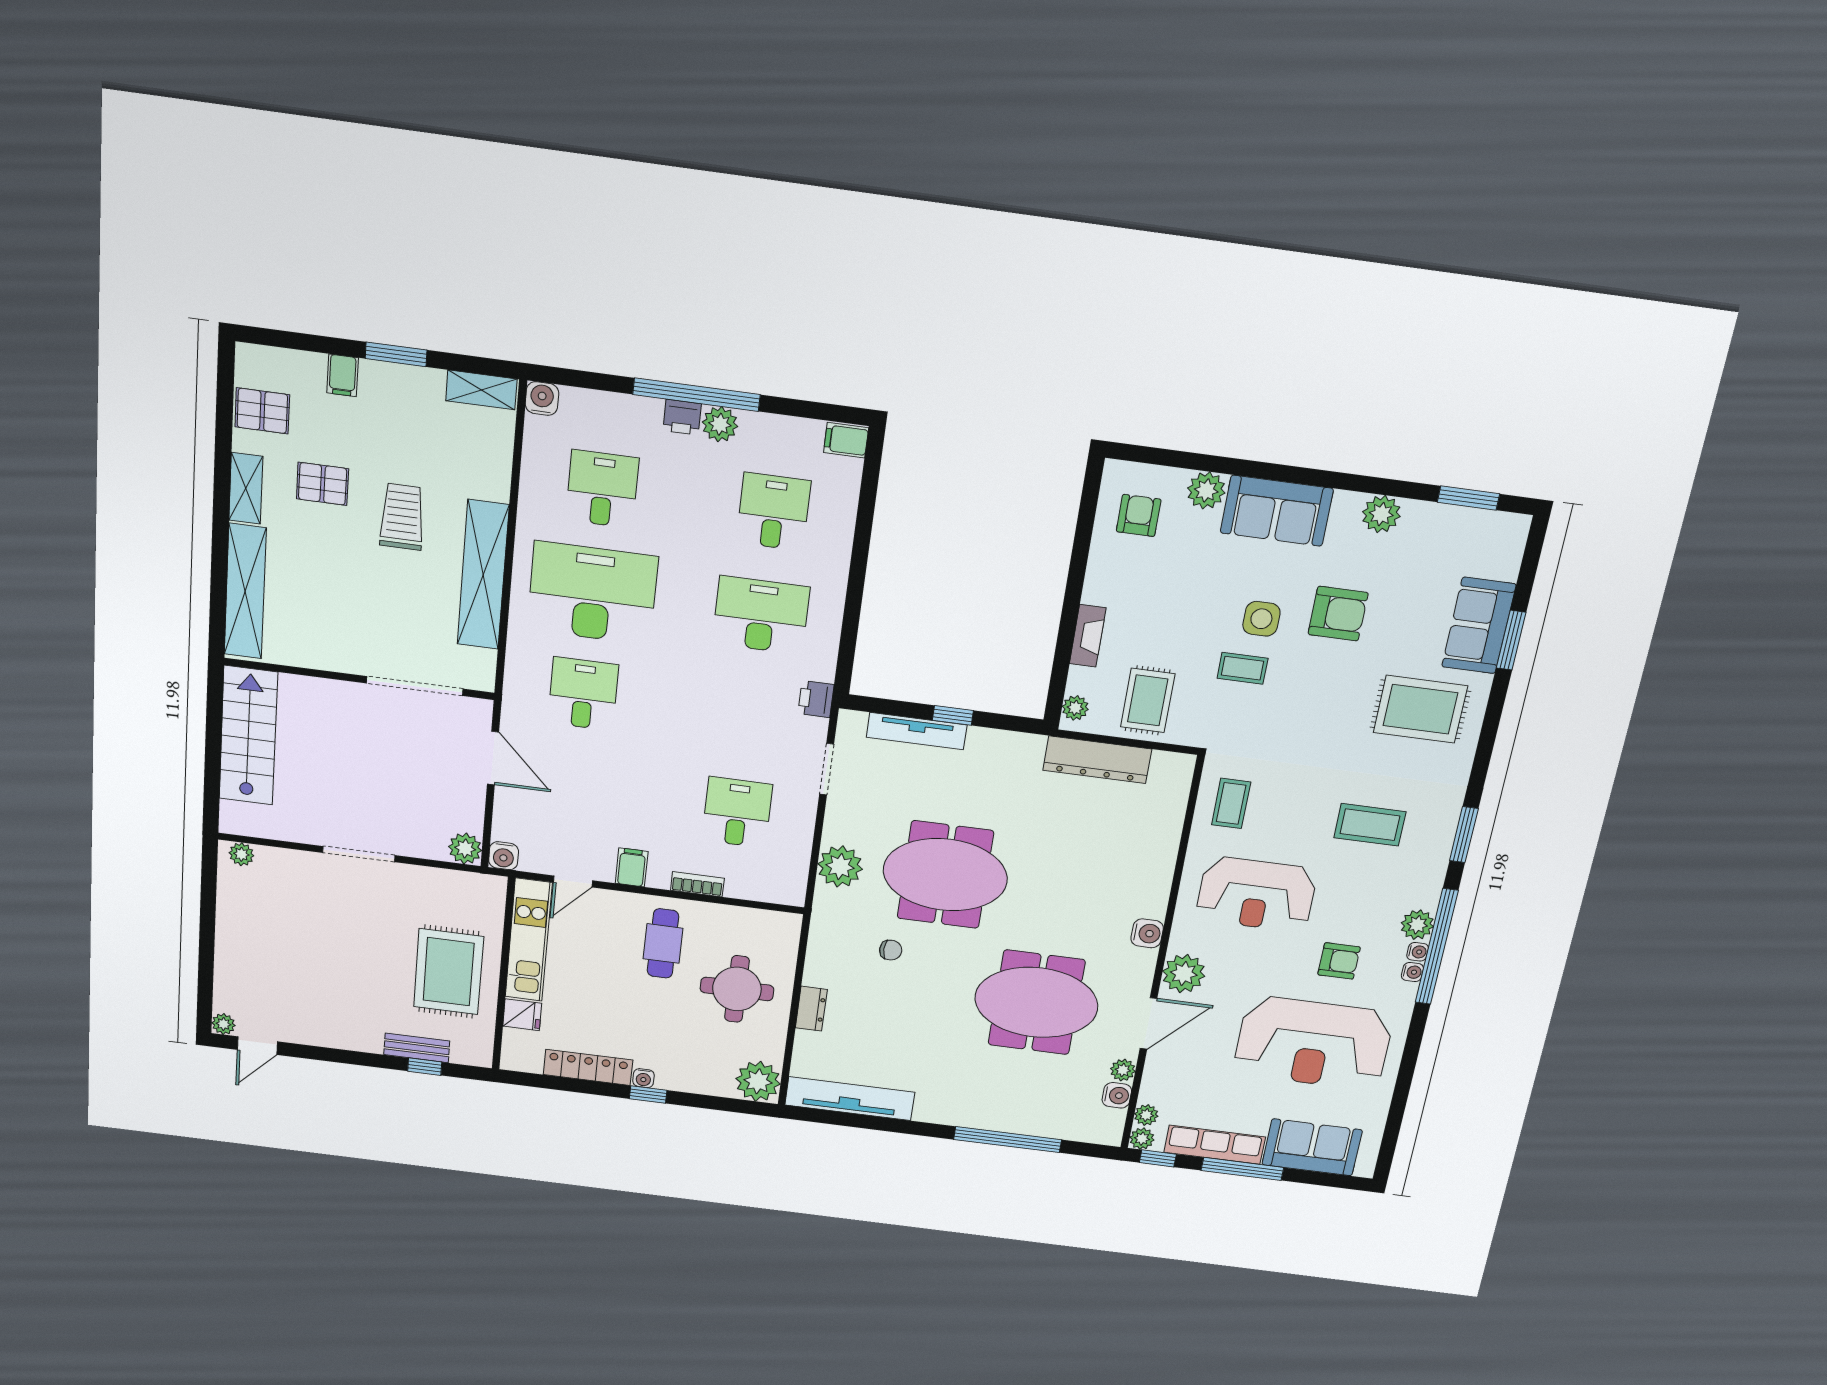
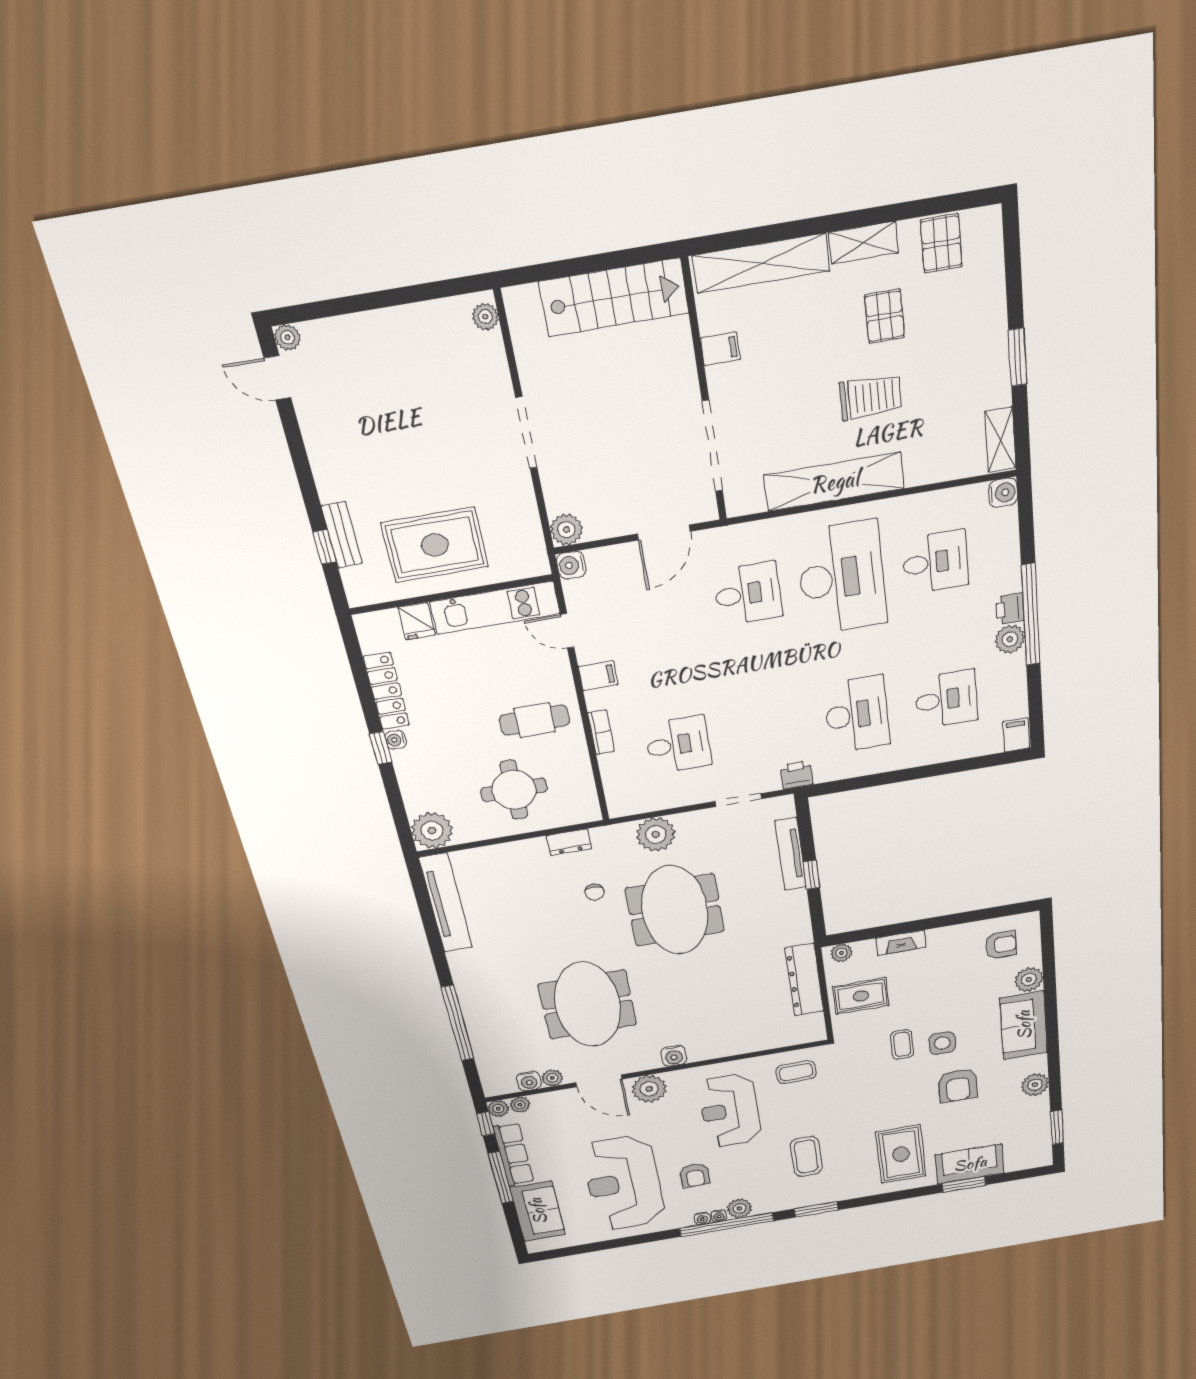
filing cabinet: (343, 375) -> (720, 349), moved, turned 180
dresser: (811, 1009) -> (569, 842), moved

